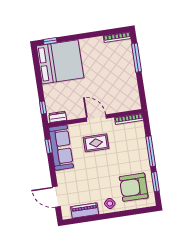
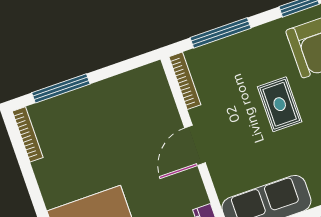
rug: (96, 143) -> (280, 104), moved
window: (151, 151) -> (221, 33), moved

